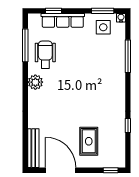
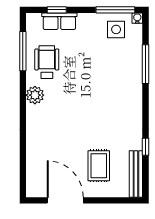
window: (103, 11) -> (115, 10), width x1.44
row of seats: (63, 20) -> (59, 21), width x0.68
bench: (33, 148) -> (136, 174), moved
window: (111, 170) -> (125, 200), removed

